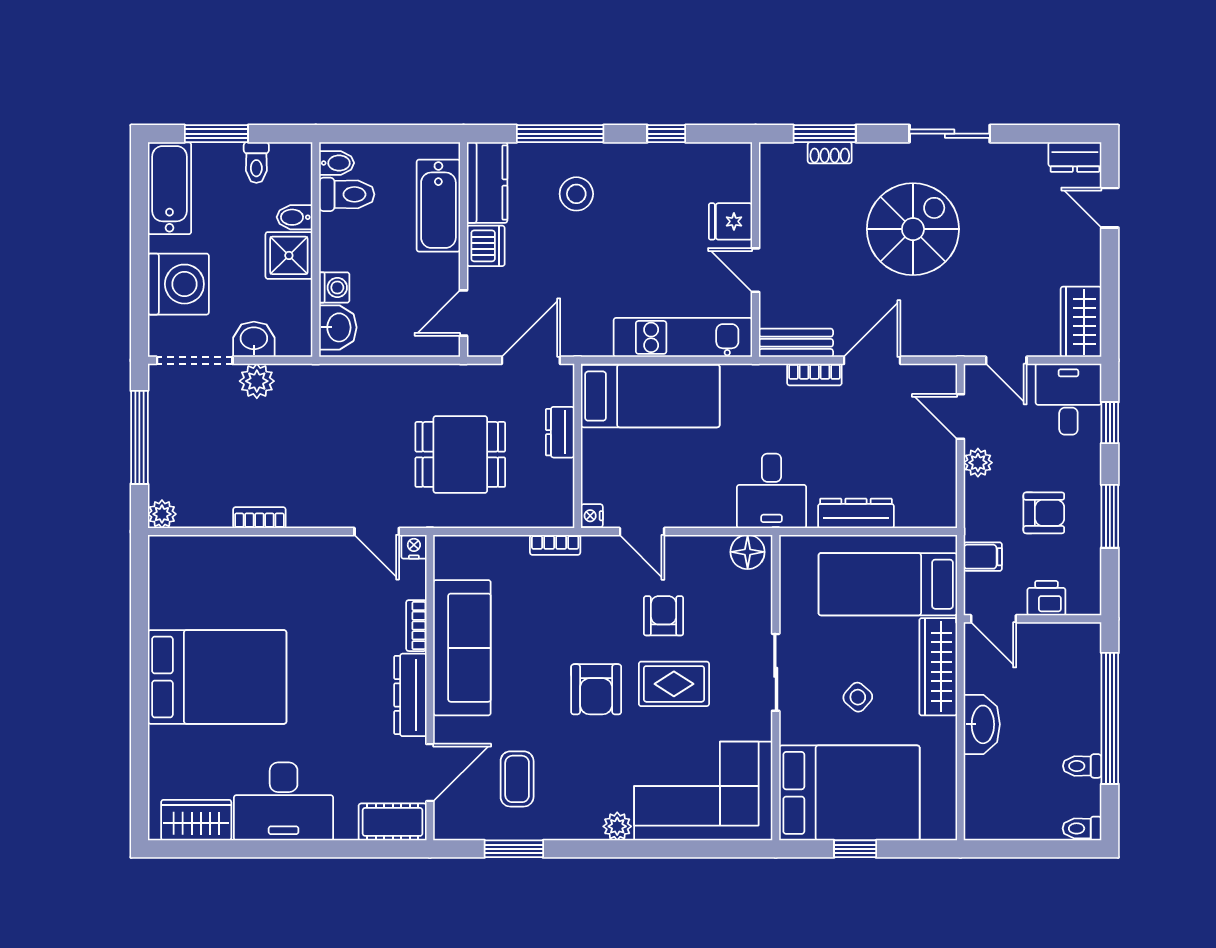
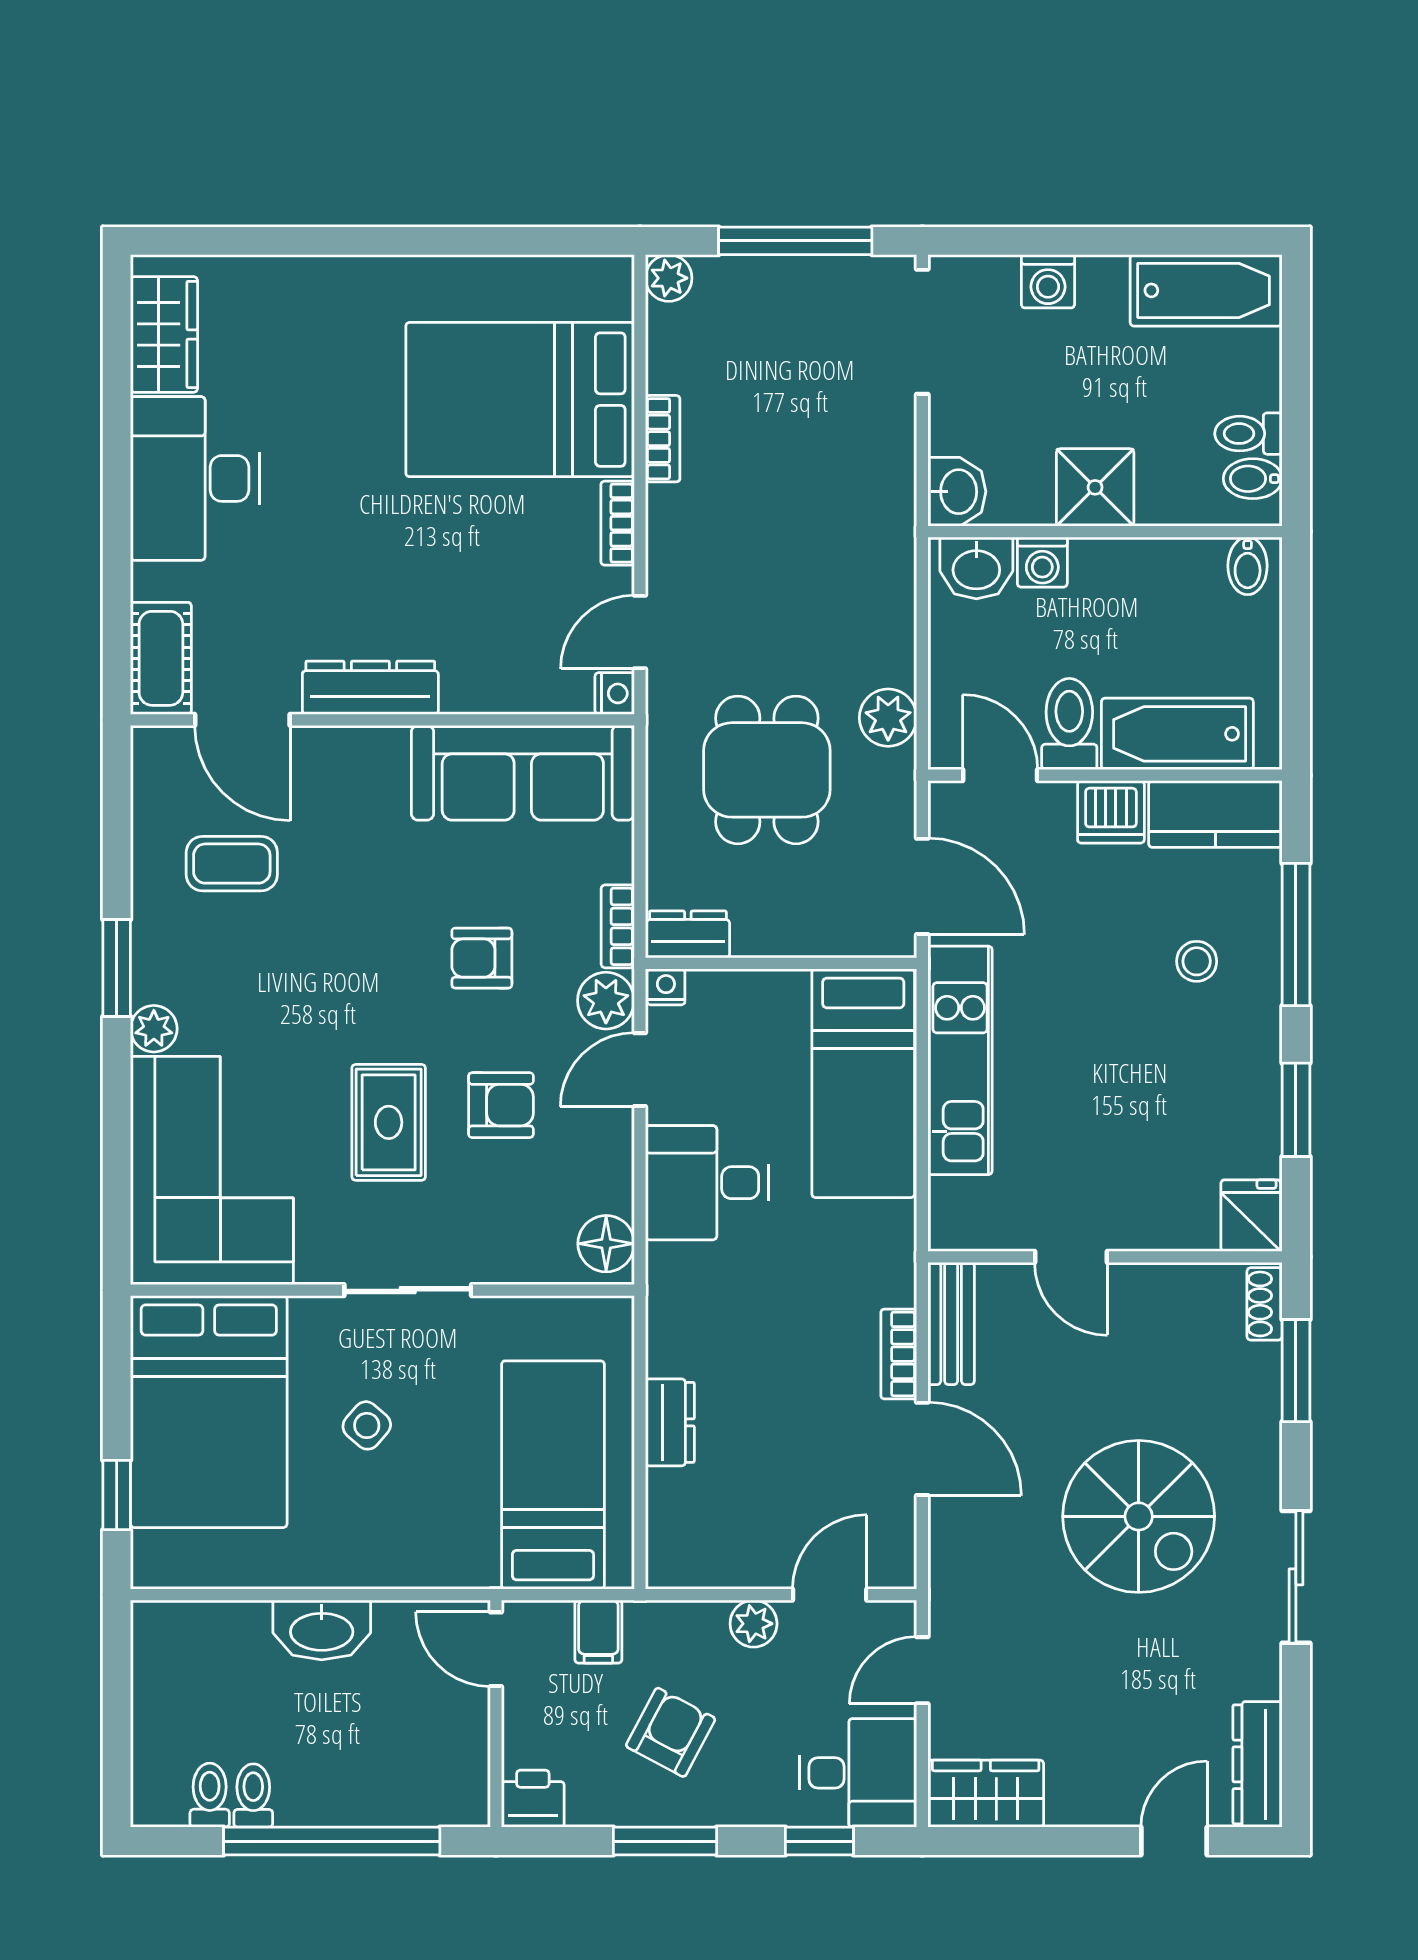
window: (216, 134) -> (1296, 368), removed
window: (666, 134) -> (1296, 1110), width x1.50
shoe rack: (830, 153) -> (1265, 1304), moved
dresser: (1075, 157) -> (1258, 1764), width x1.44
toilet: (347, 194) -> (1069, 724), moved, turned 180
stool: (576, 194) -> (1197, 961), width x0.73, depth x0.73
bidet: (295, 217) -> (1253, 479), moved, turned -90
fridge: (731, 221) -> (1251, 1216), moved
door: (756, 270) -> (1071, 1257), swing flipped
washing machine: (178, 284) -> (1048, 281), width x0.53, depth x0.53
kitchen unit: (683, 337) -> (960, 1060), moved
washbasin: (254, 339) -> (957, 492), moved
plant: (257, 381) -> (888, 718), moved
dresser: (560, 432) -> (688, 934), moved
desk: (772, 491) -> (707, 1183), moved
dresser: (856, 513) -> (670, 1422), width x0.70
armchair: (1044, 513) -> (671, 1732), turned -152
plant: (600, 552) -> (606, 1001), added
printer: (1046, 598) -> (533, 1799), moved, turned -90
door: (993, 619) -> (496, 1649), hinge flipped
bookcase: (416, 626) -> (618, 523), moved, turned -90
sofa: (462, 648) -> (523, 773), moved
wardrobe: (938, 667) -> (417, 1558), removed
bed: (217, 677) -> (520, 400), moved, turned 90
armchair: (596, 689) -> (482, 958), moved, width x0.72, depth x0.72
toilet: (1082, 828) -> (210, 1795), moved
window: (514, 849) -> (117, 968), moved
window: (855, 849) -> (117, 1495), moved

